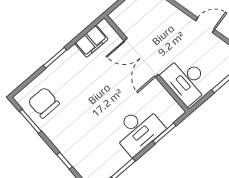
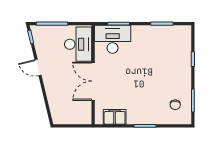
double door: (141, 58) -> (93, 81), swing flipped
chair: (44, 103) -> (175, 105), width x0.54, depth x0.54
desk: (138, 130) -> (113, 39), moved

